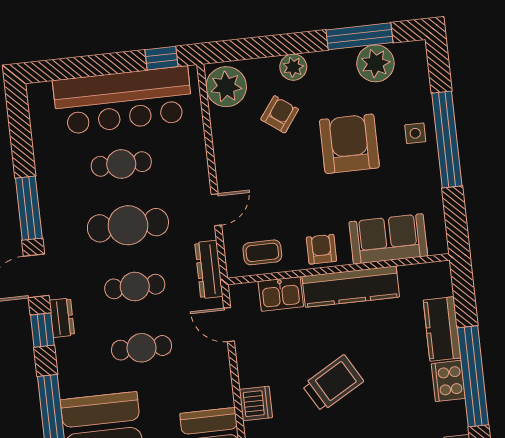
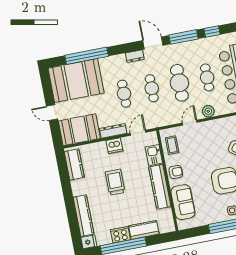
plant: (195, 167) -> (208, 111), added
door: (216, 210) -> (190, 123), swing flipped
dresser: (209, 269) -> (113, 131), moved
window: (42, 330) -> (212, 31), moved
trolley: (333, 383) -> (115, 182), turned -150
dishwasher: (256, 403) -> (114, 146), moved

